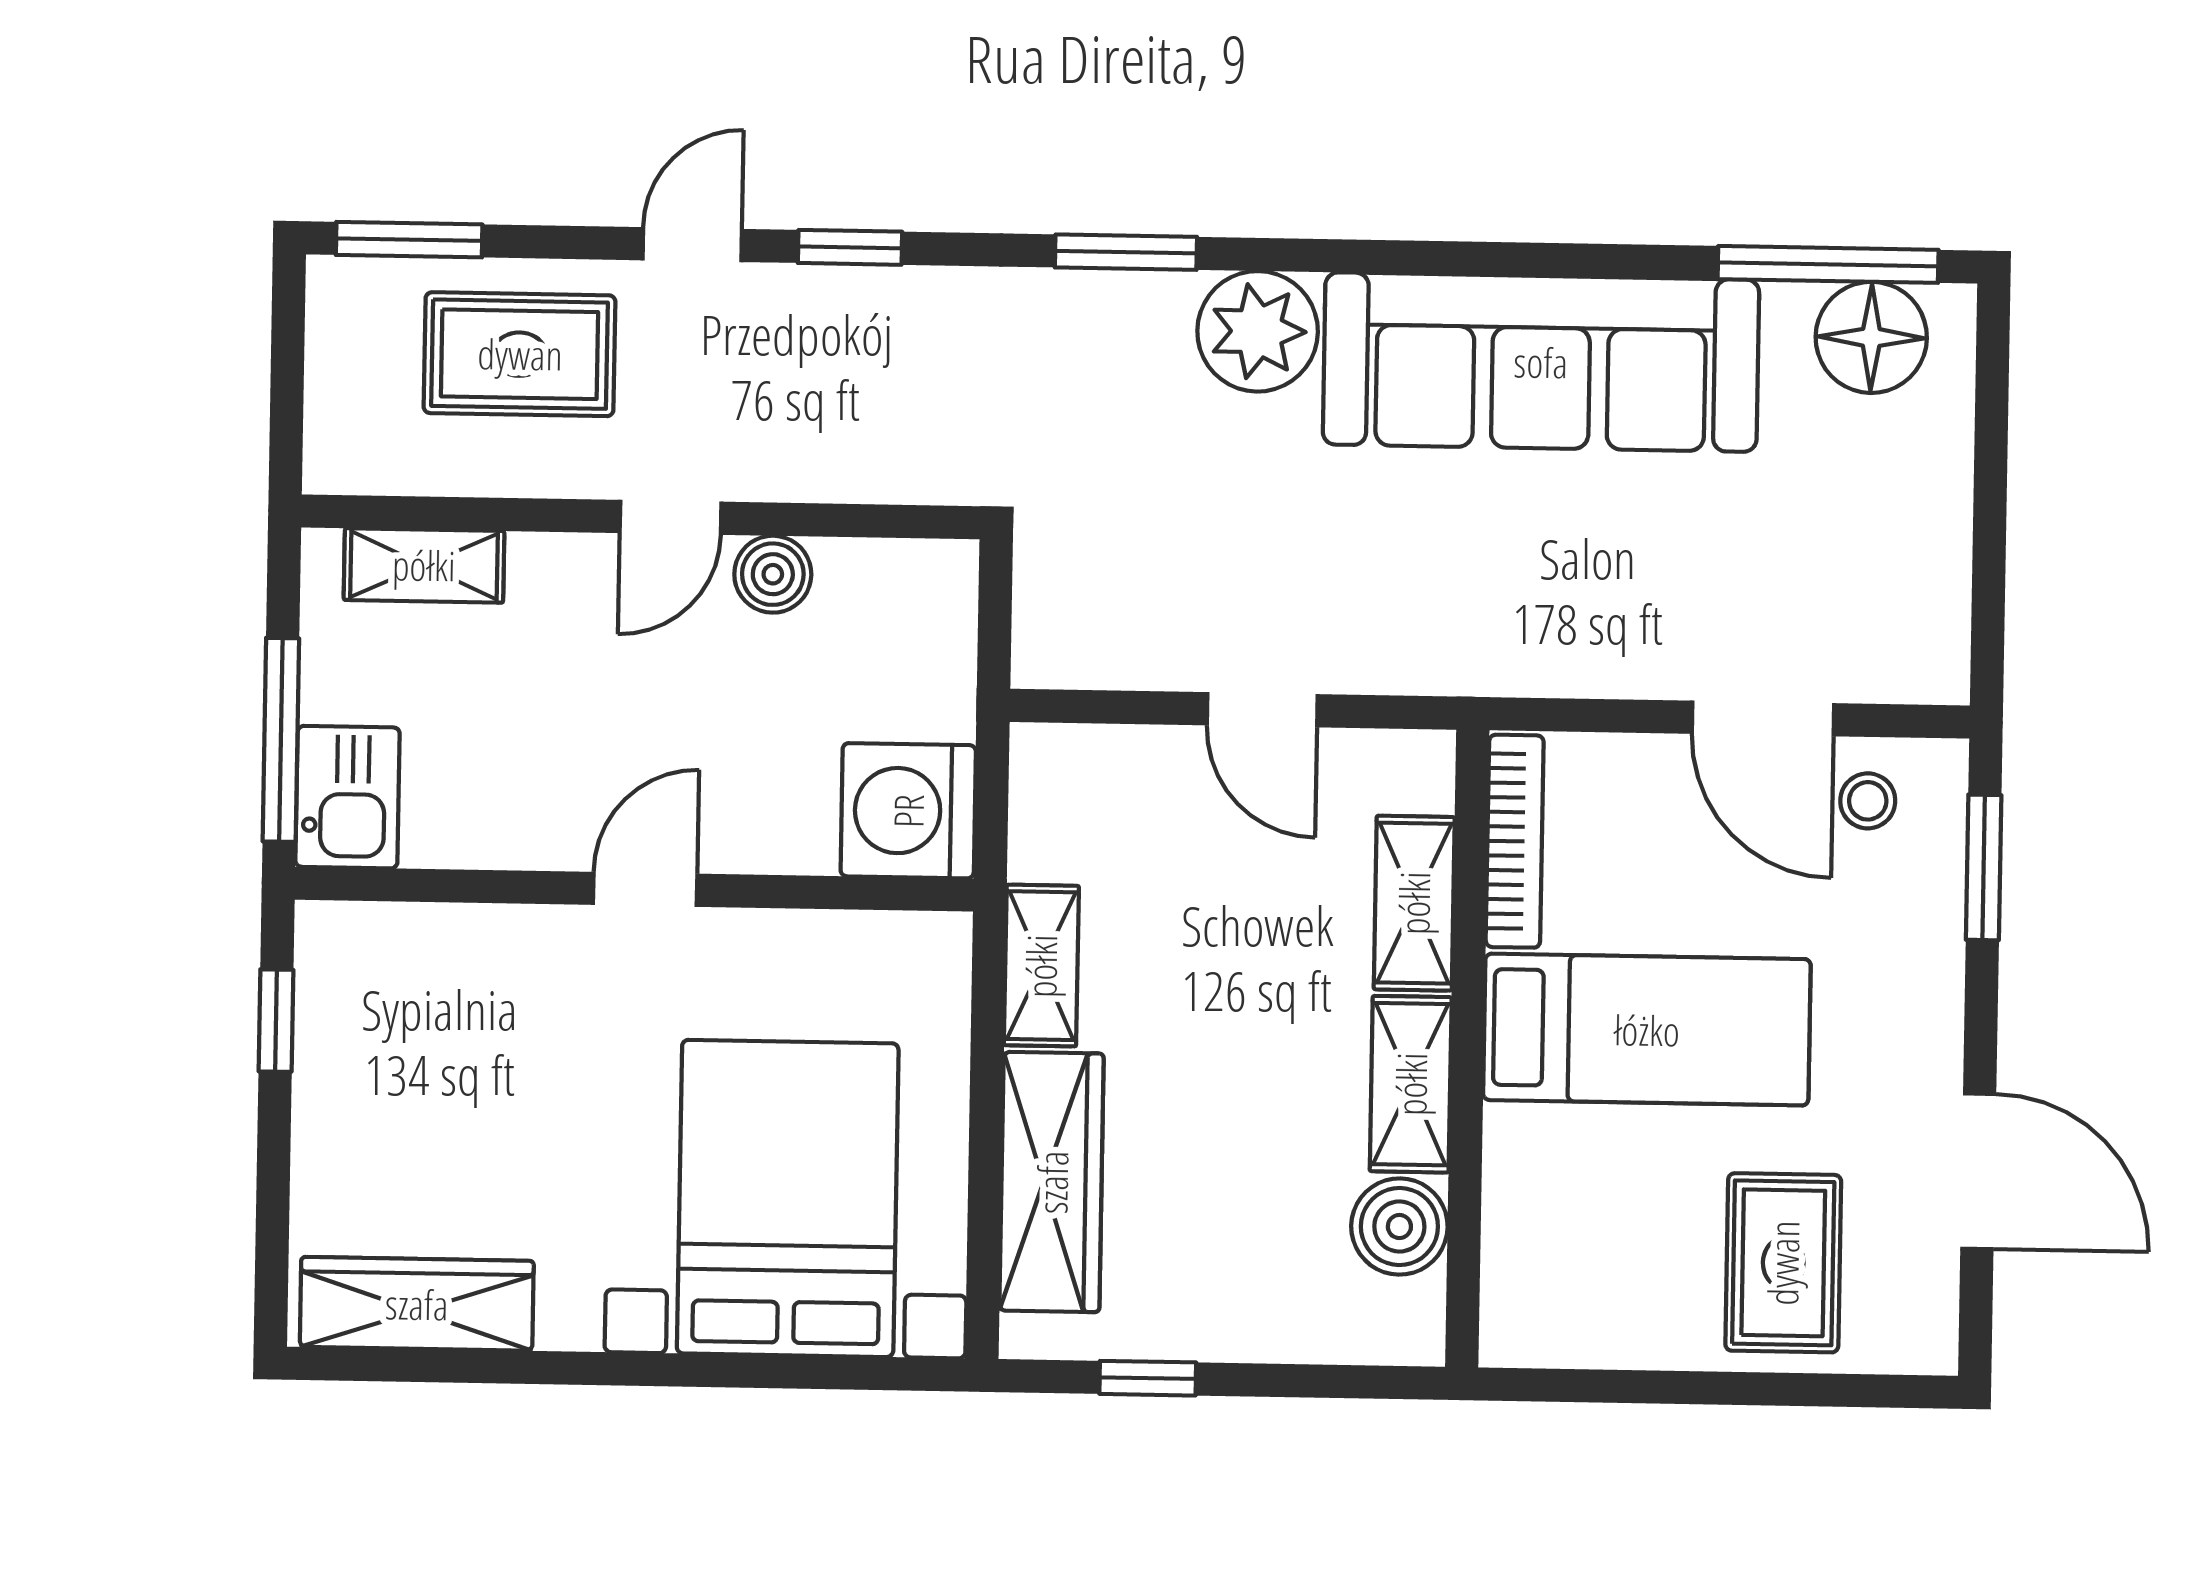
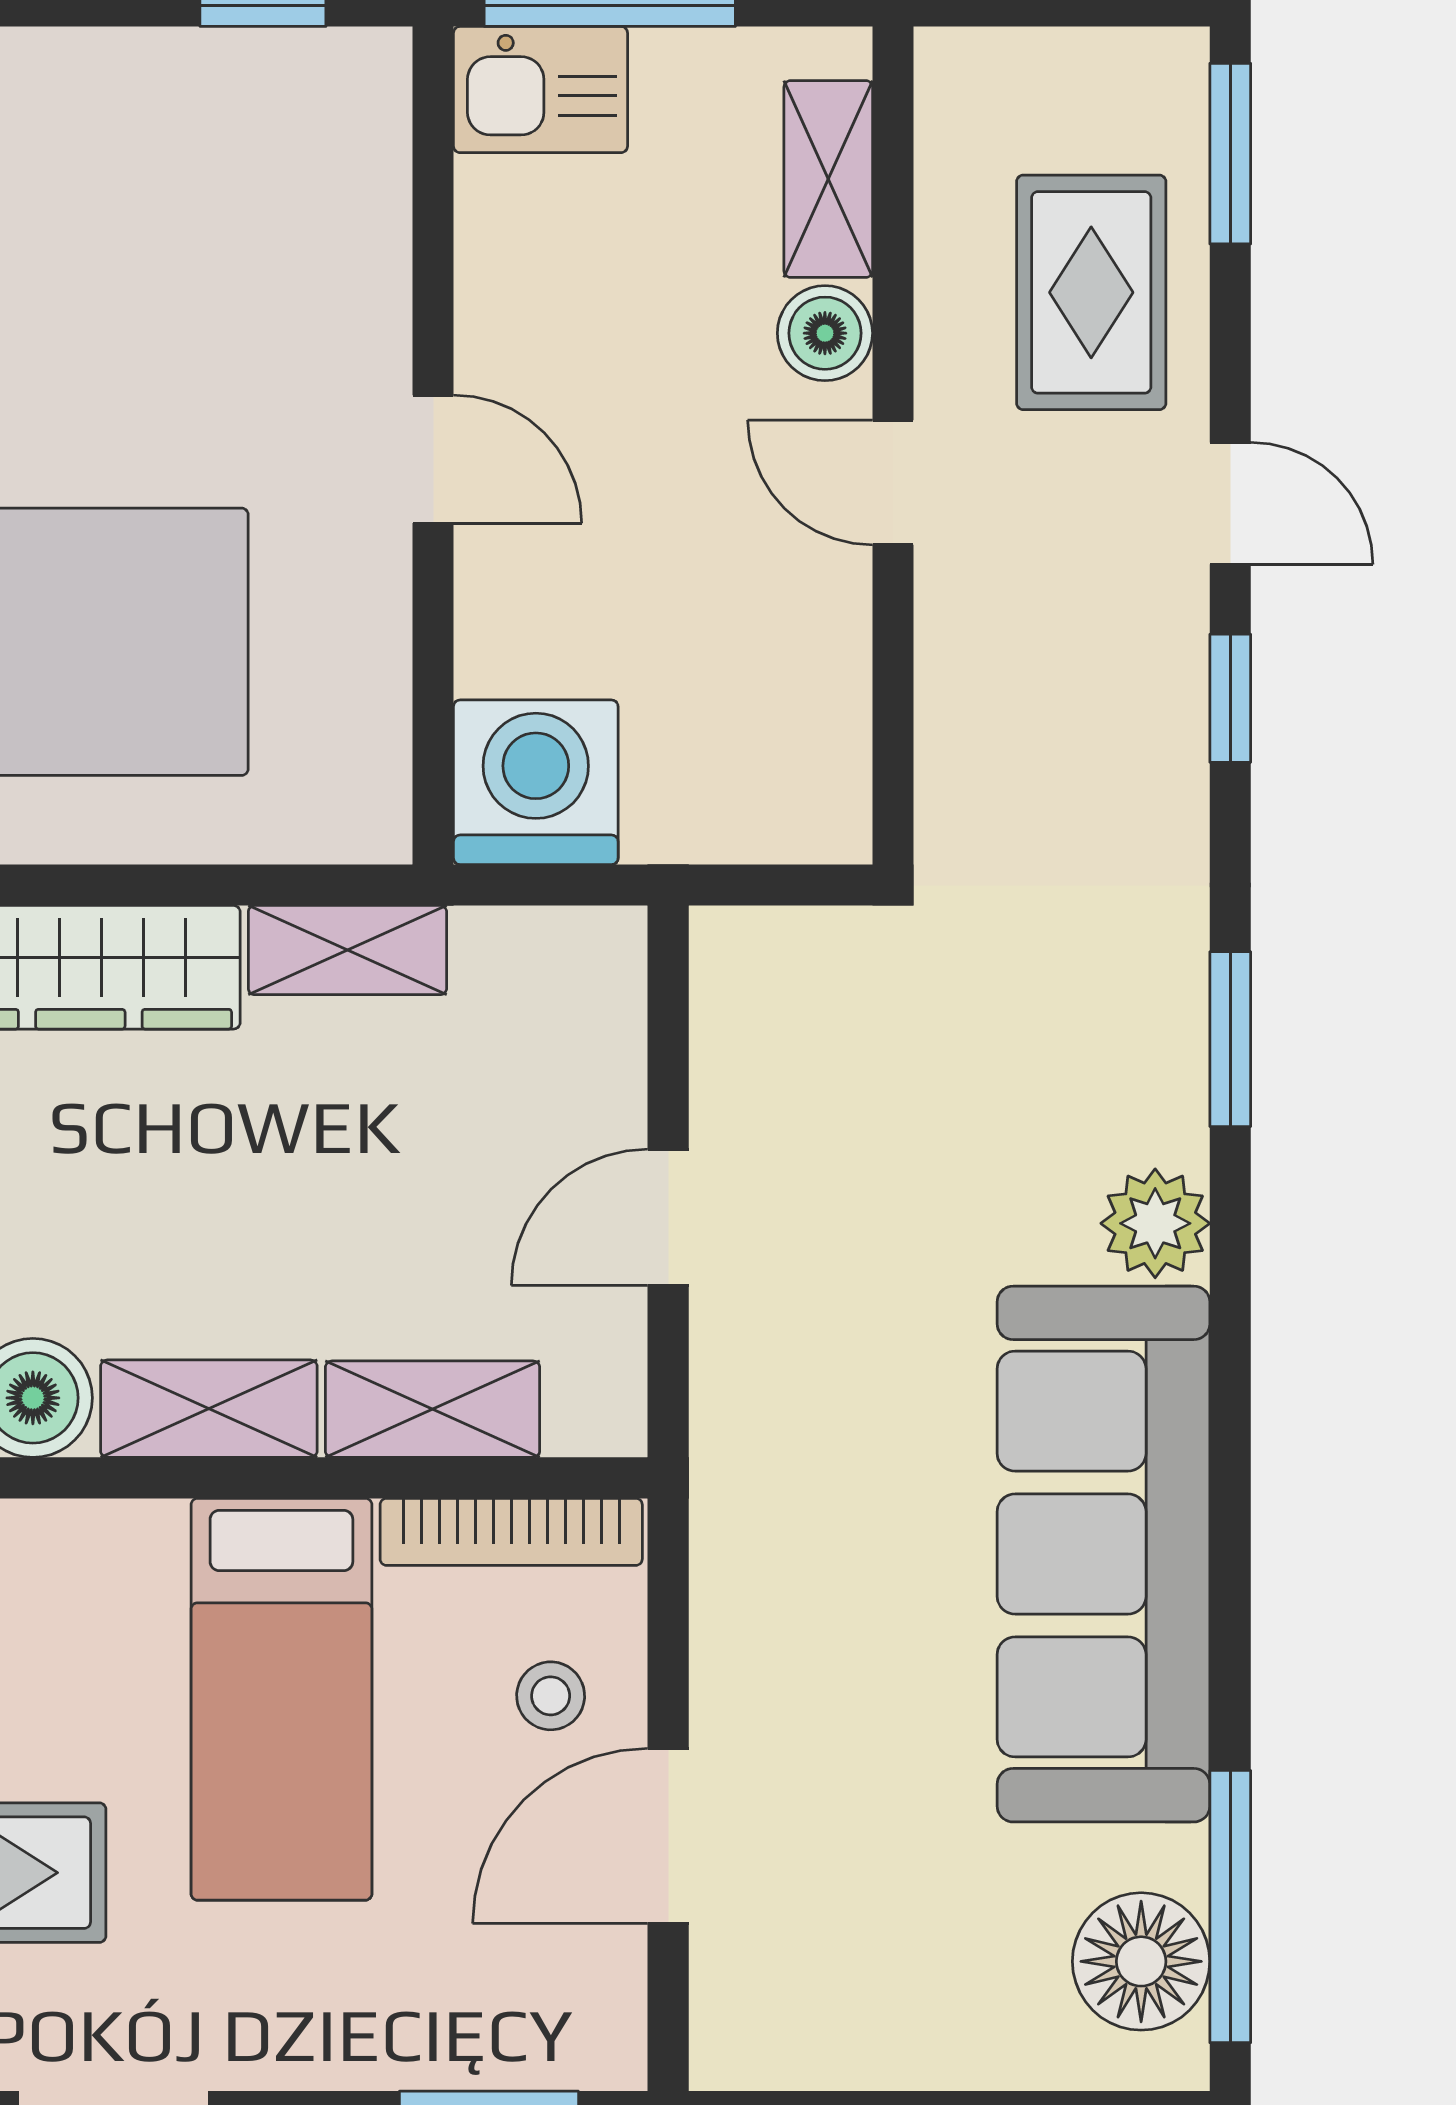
plant: (1258, 331) -> (1155, 1223), width x0.73, depth x0.73
boiler: (773, 574) -> (825, 333), moved
stool: (1868, 801) -> (551, 1696), moved

